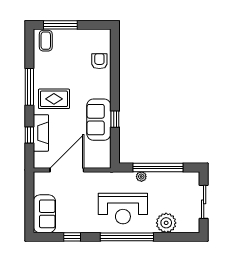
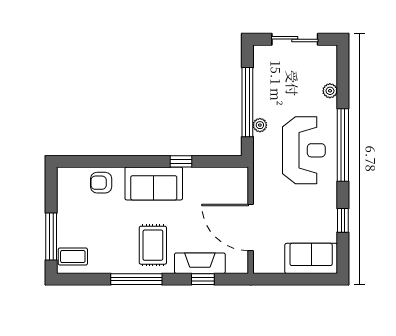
sofa: (99, 120) -> (154, 184), moved
plant: (166, 223) -> (330, 91), width x0.53, depth x0.53

